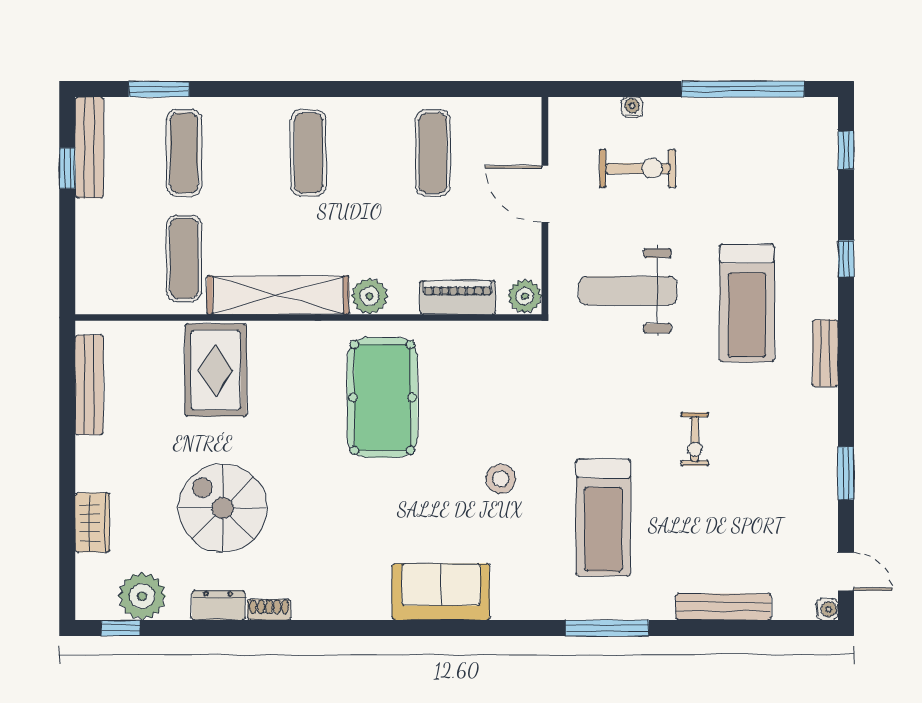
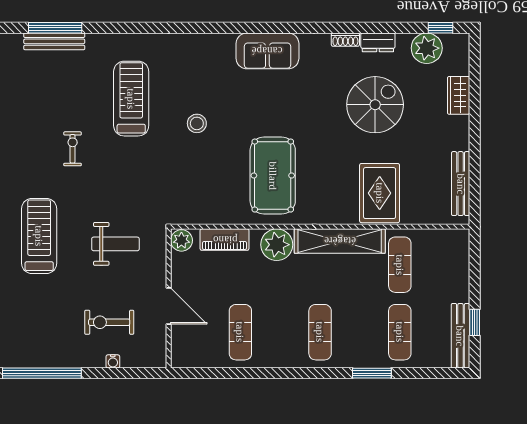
window: (159, 89) -> (372, 373), moved
weight bench: (628, 291) -> (115, 244), width x0.73, depth x0.75
plant: (370, 296) -> (277, 245), width x1.36, depth x1.36
spiral stairs: (223, 508) -> (375, 105), turned -90
sofa: (441, 592) -> (267, 51), moved
window: (607, 628) -> (55, 28), moved

